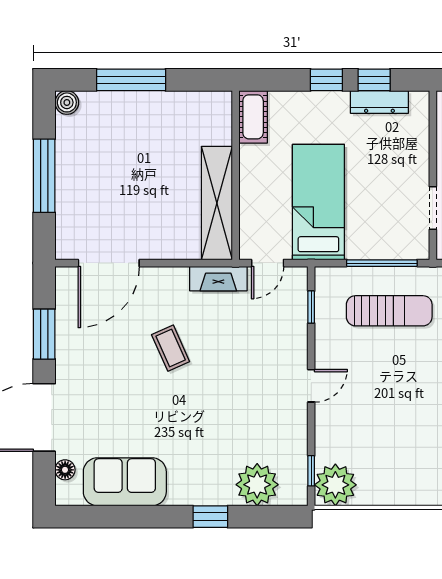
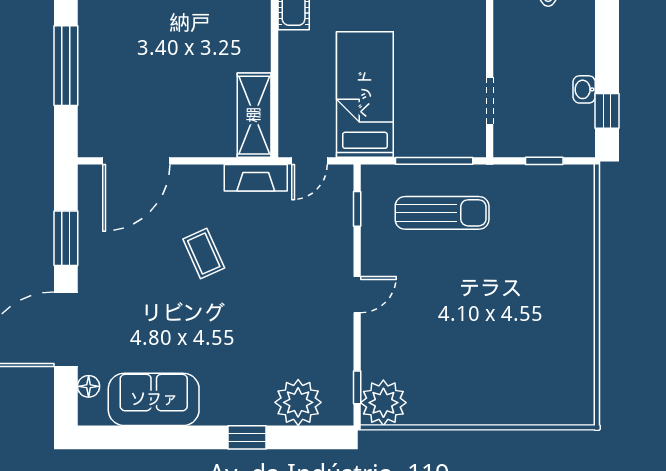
shelving: (217, 203) -> (254, 115), width x0.68

